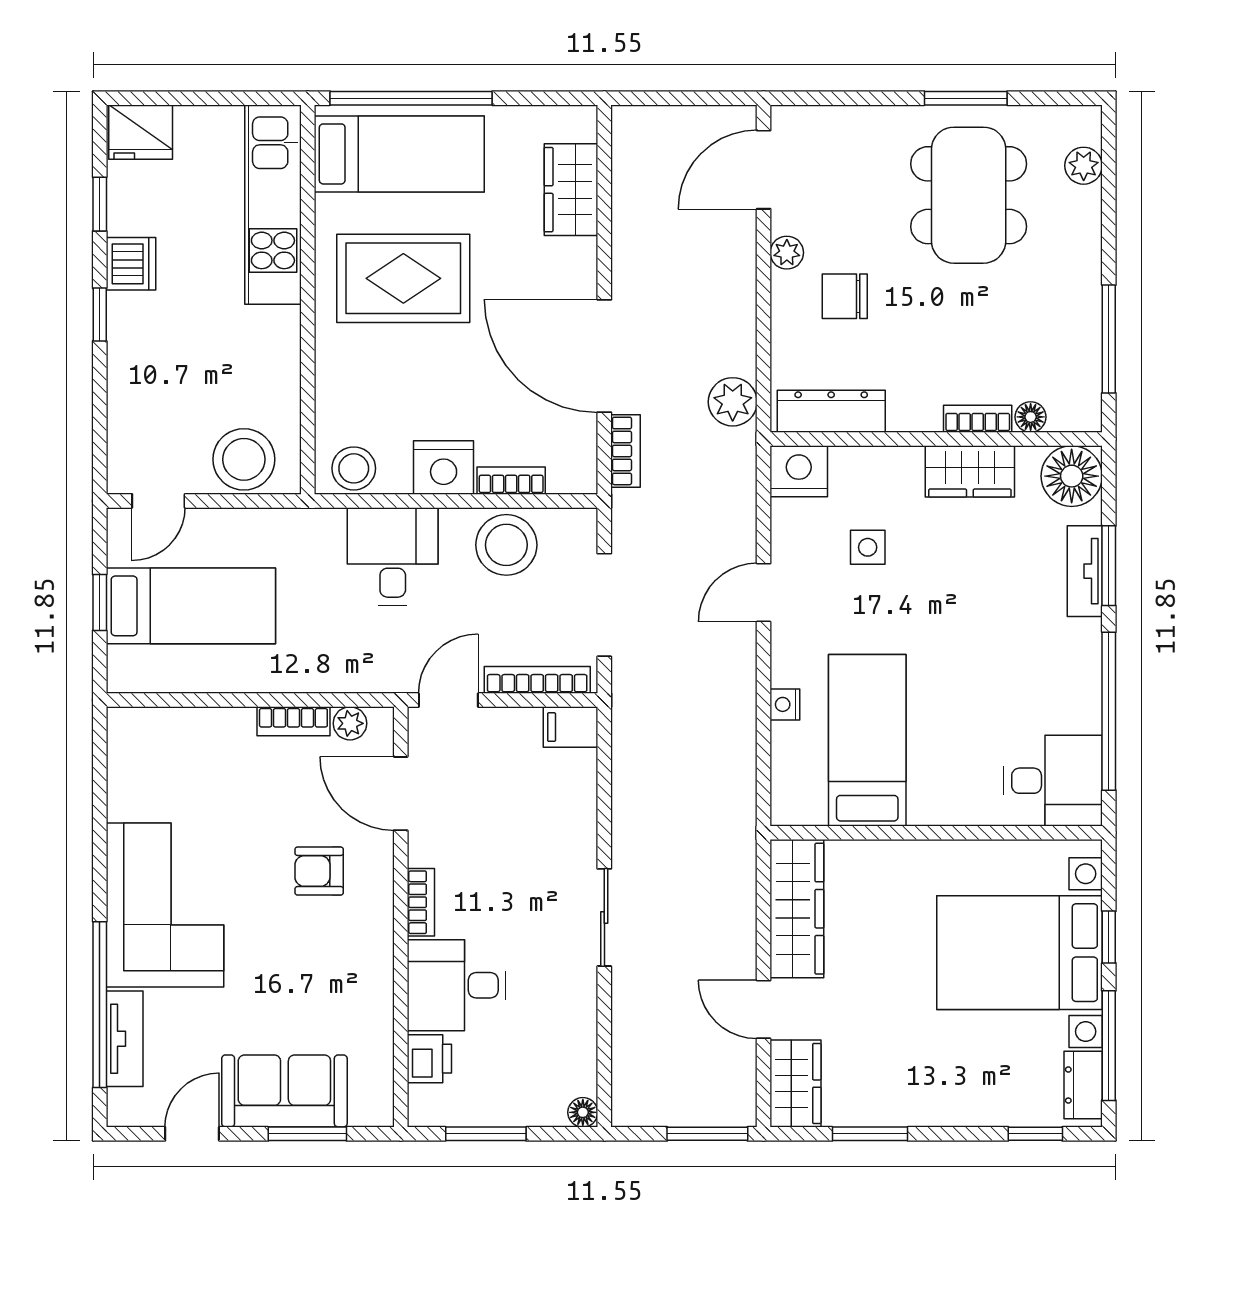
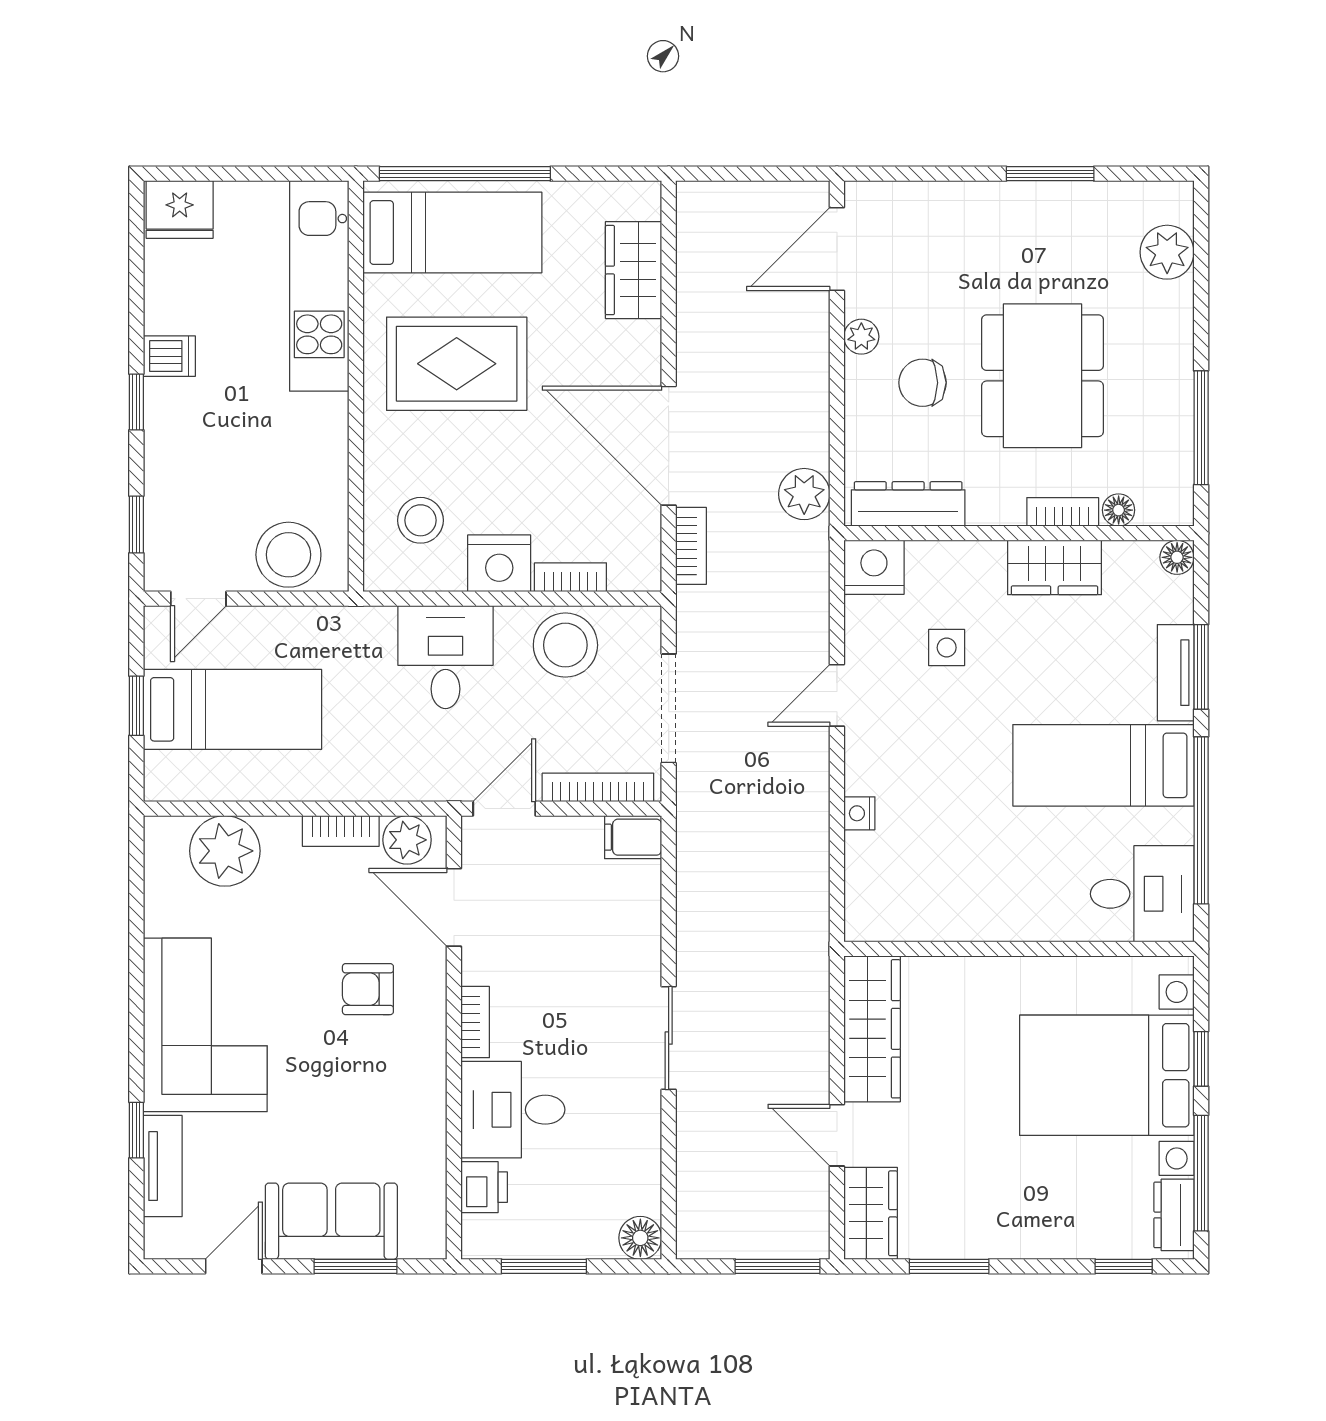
plant: (1084, 166) -> (1167, 252), width x1.38, depth x1.38
dining table: (969, 195) -> (1043, 376), moved
window: (100, 204) -> (136, 525), moved
dishwasher: (131, 264) -> (169, 356), width x0.73
stool: (354, 468) -> (421, 520), moved
floor lamp: (1072, 476) -> (1177, 557), width x0.53, depth x0.53
plant: (350, 723) -> (407, 840), width x1.38, depth x1.38
plant: (184, 740) -> (225, 851), added
bed: (867, 740) -> (1103, 765), moved, turned -90
window: (100, 1005) -> (136, 1130), width x0.32
floor lamp: (583, 1112) -> (640, 1238), width x1.37, depth x1.37

